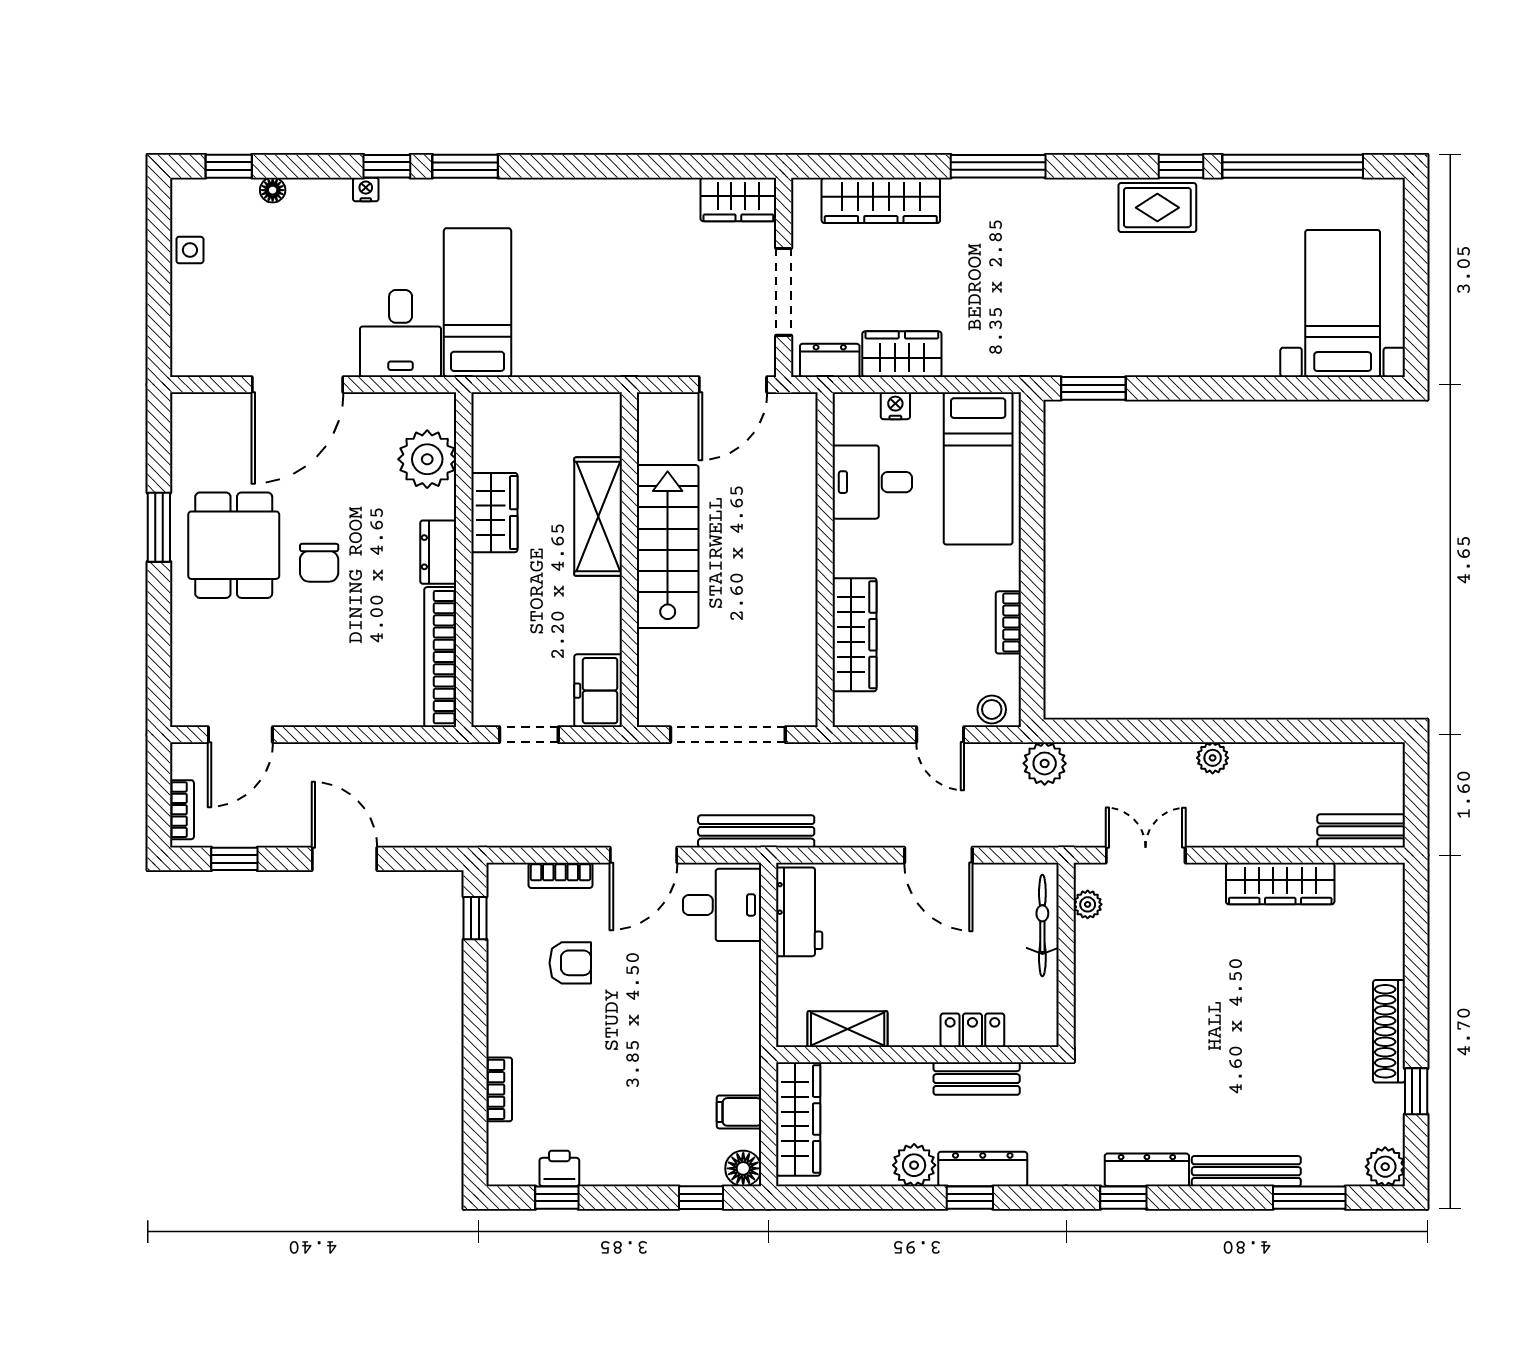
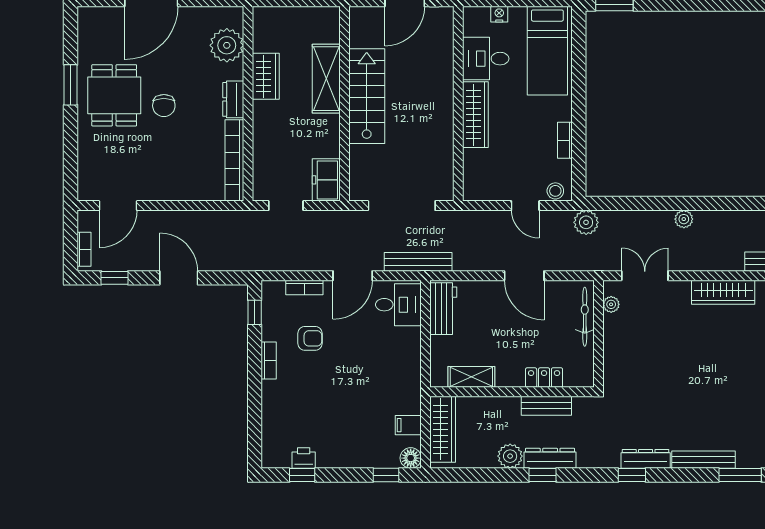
wardrobe: (855, 635) -> (475, 115), moved
bookcase: (499, 1089) -> (269, 360), moved

